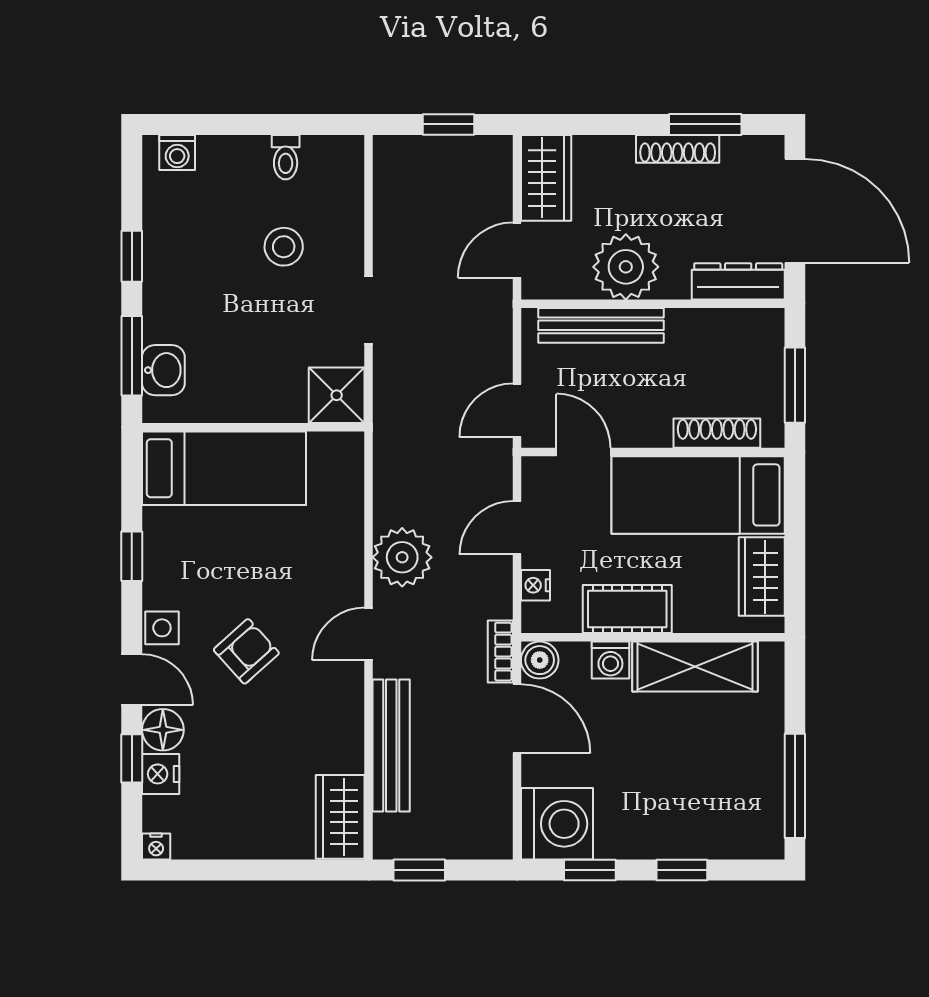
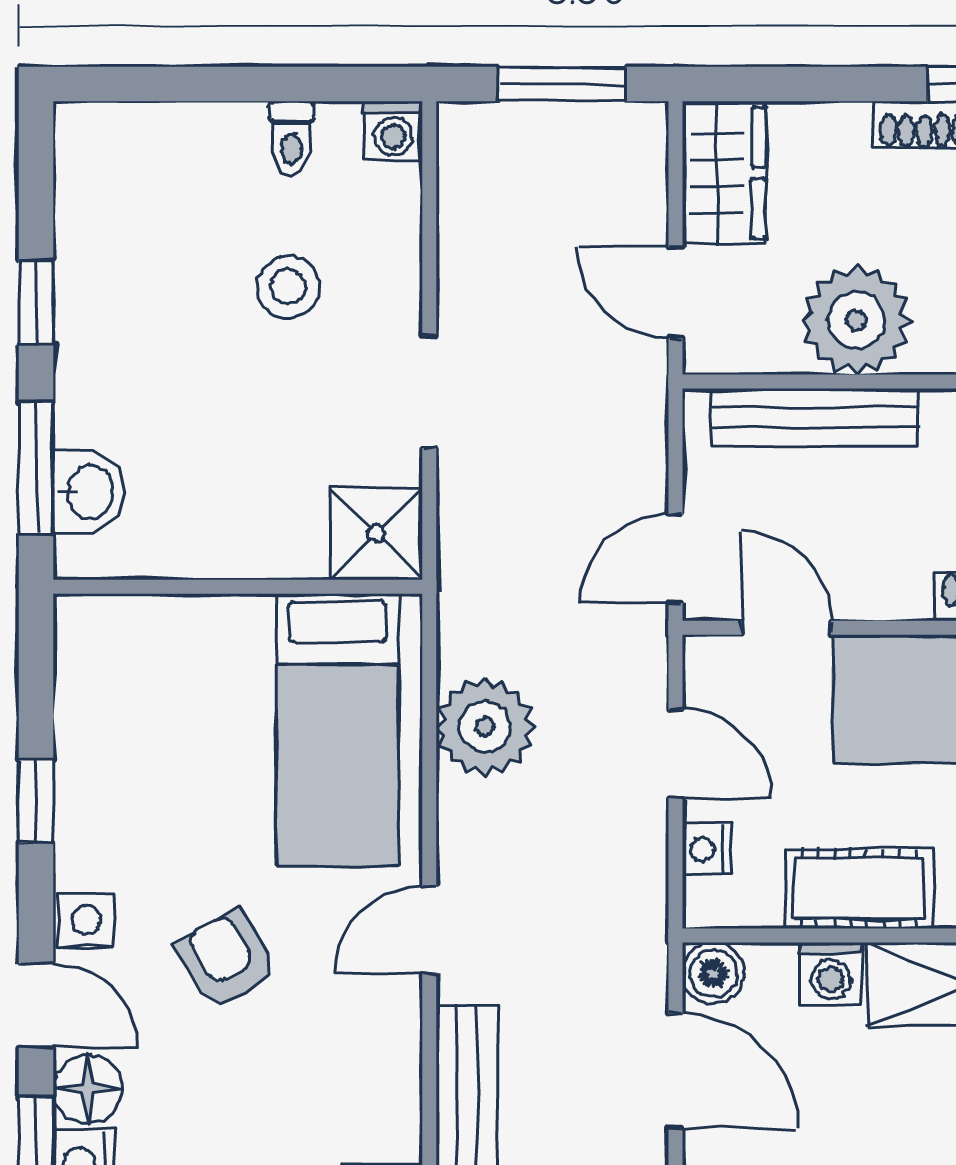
window: (448, 124) -> (562, 84), width x1.50
washing machine: (177, 152) -> (393, 131), moved
door: (517, 250) -> (676, 293), hinge flipped
bed: (224, 468) -> (337, 730), moved, turned 90
door: (517, 528) -> (676, 754), swing flipped
plant: (402, 557) -> (485, 727), moved
armchair: (246, 651) -> (226, 959), turned -79
bookcase: (500, 652) -> (648, 959), removed

